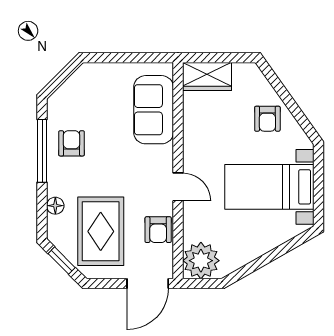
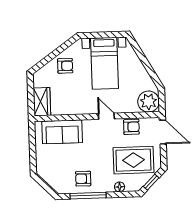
door: (178, 187) -> (106, 116), hinge flipped

